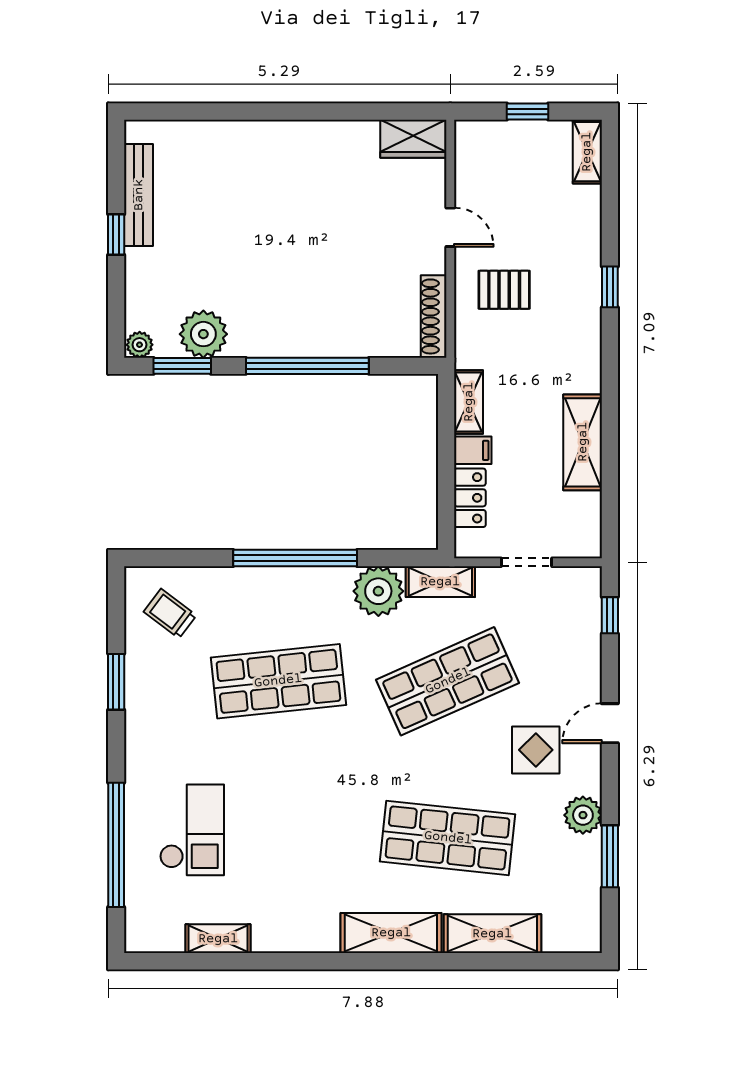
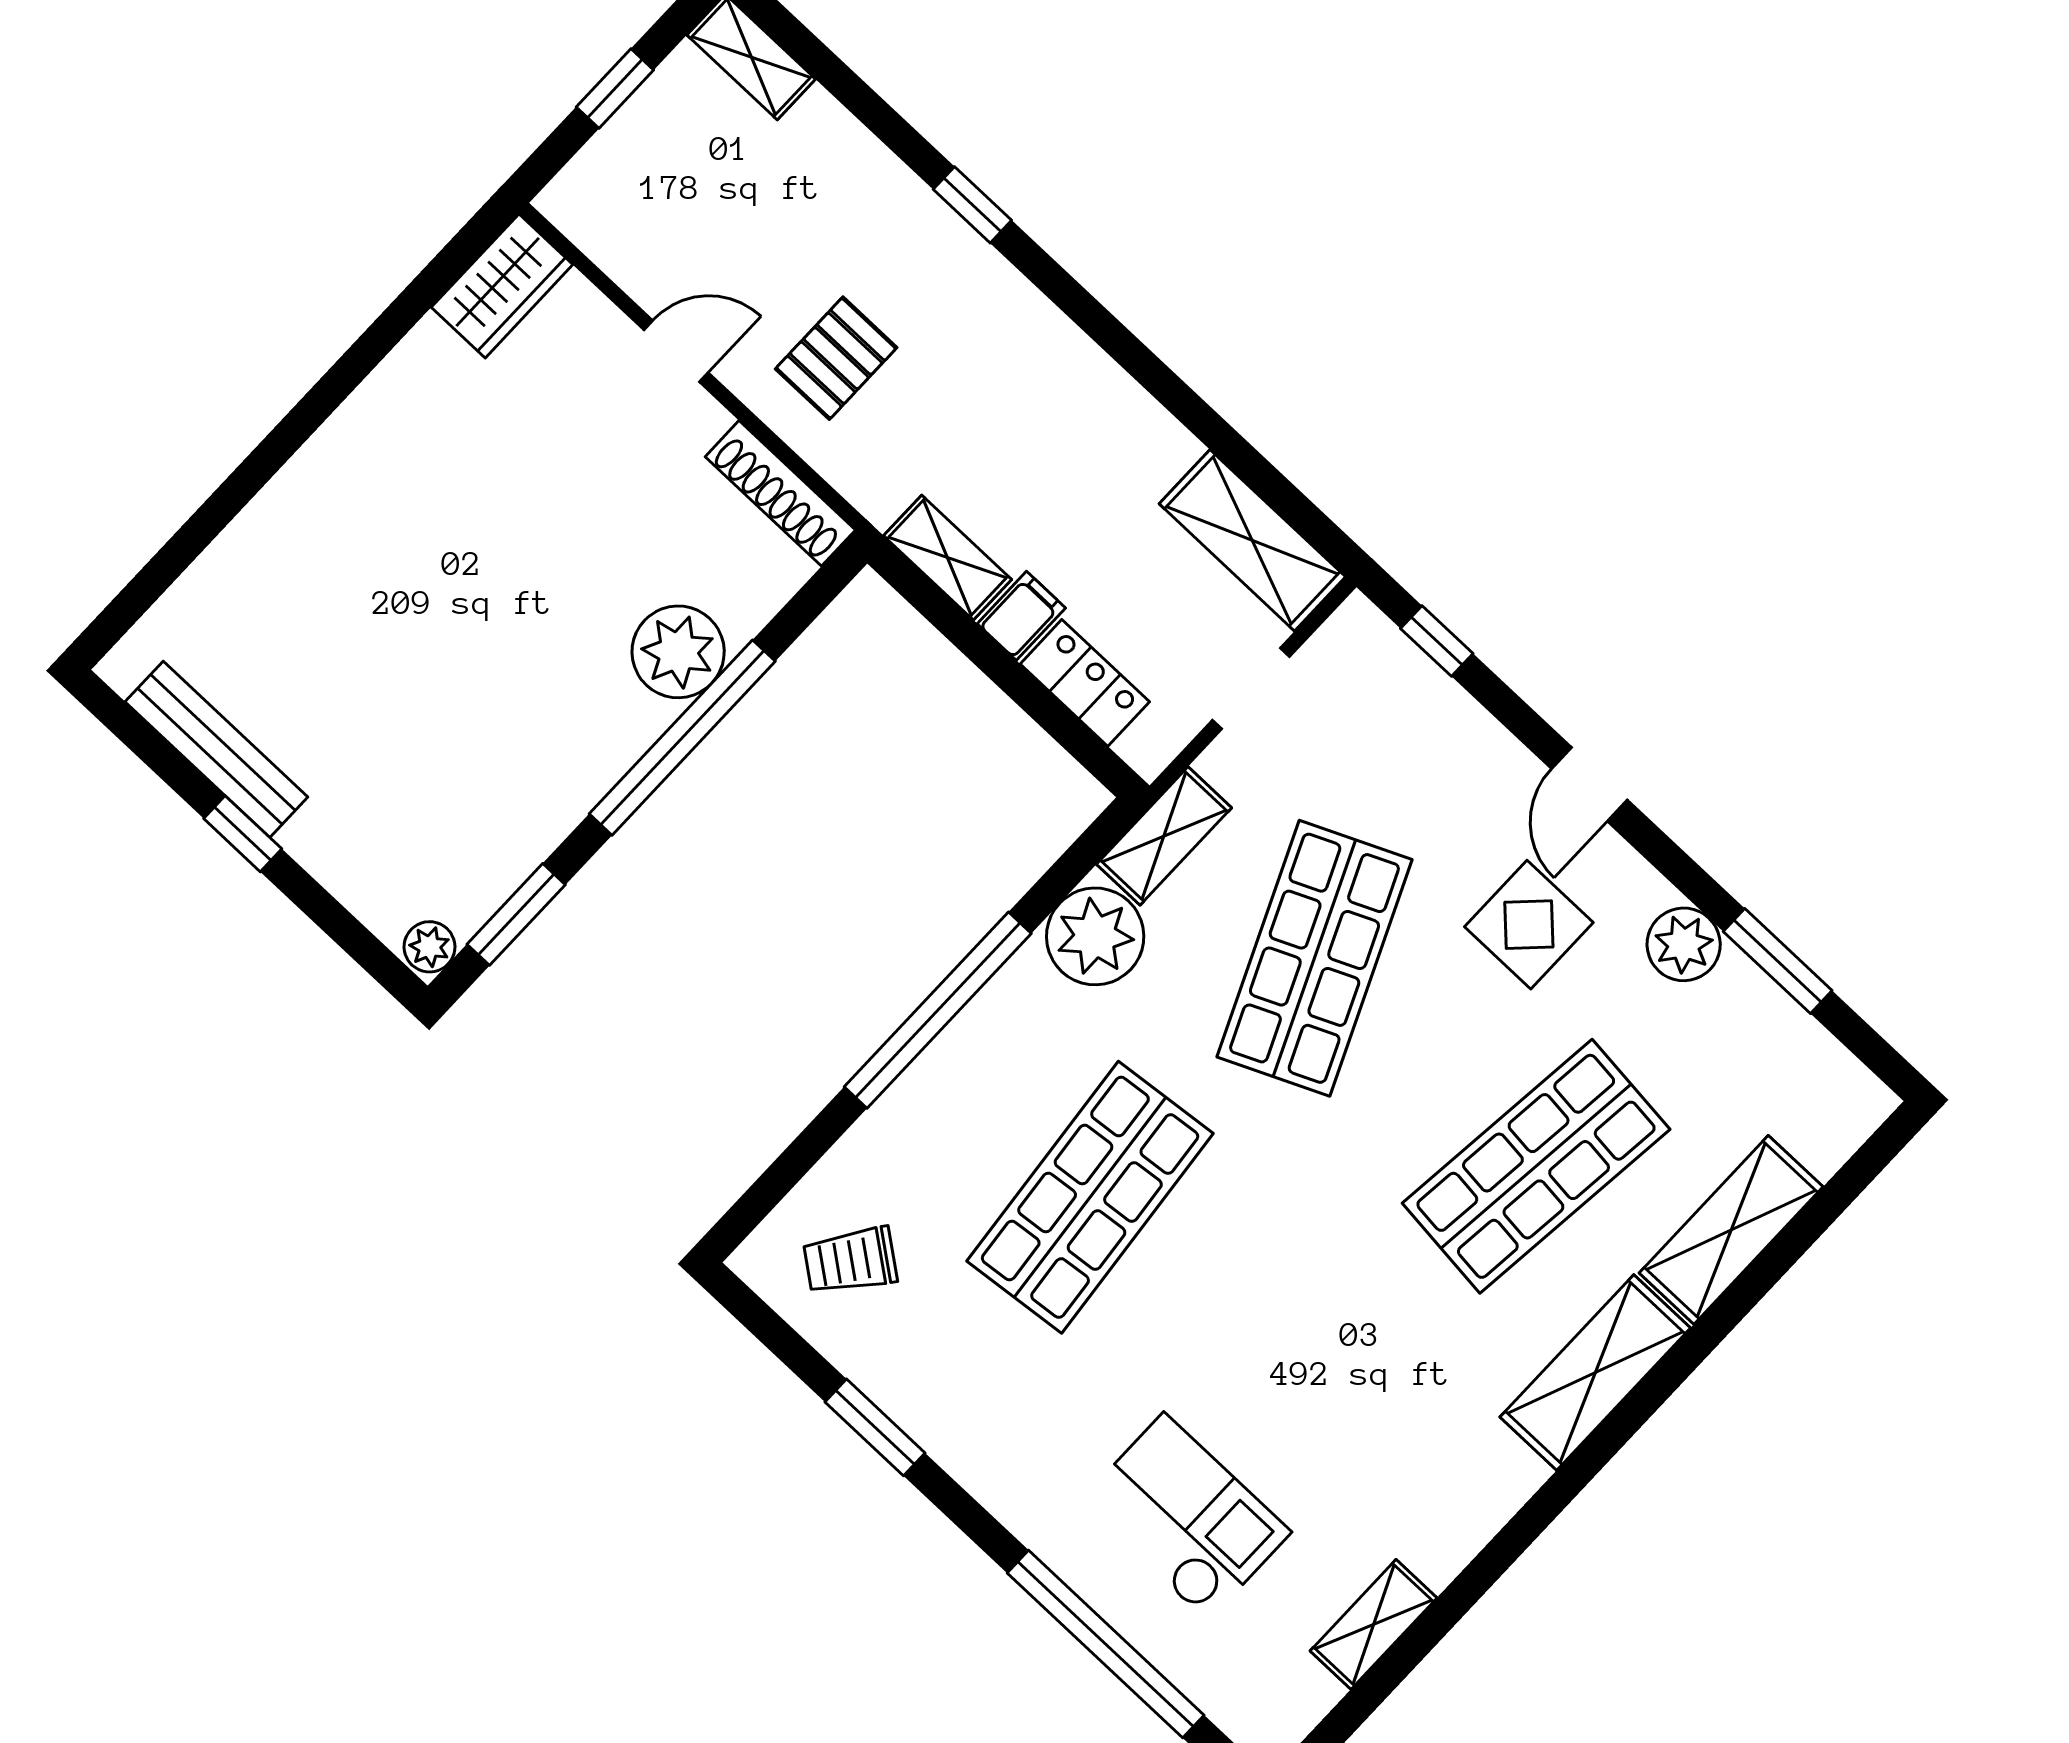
plant: (203, 334) -> (678, 652), moved
shelving: (583, 442) -> (1252, 540), moved

